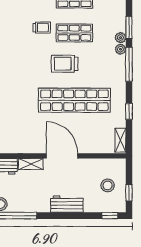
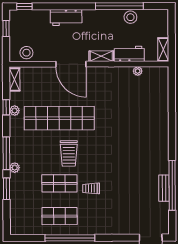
plant: (120, 38) -> (15, 111), moved
trolley: (65, 64) -> (69, 153), turned 90
stool: (108, 185) -> (26, 53), moved

